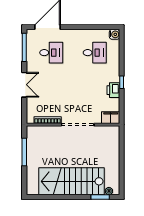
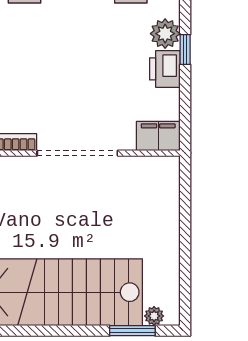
plant: (113, 76) -> (165, 34), added

